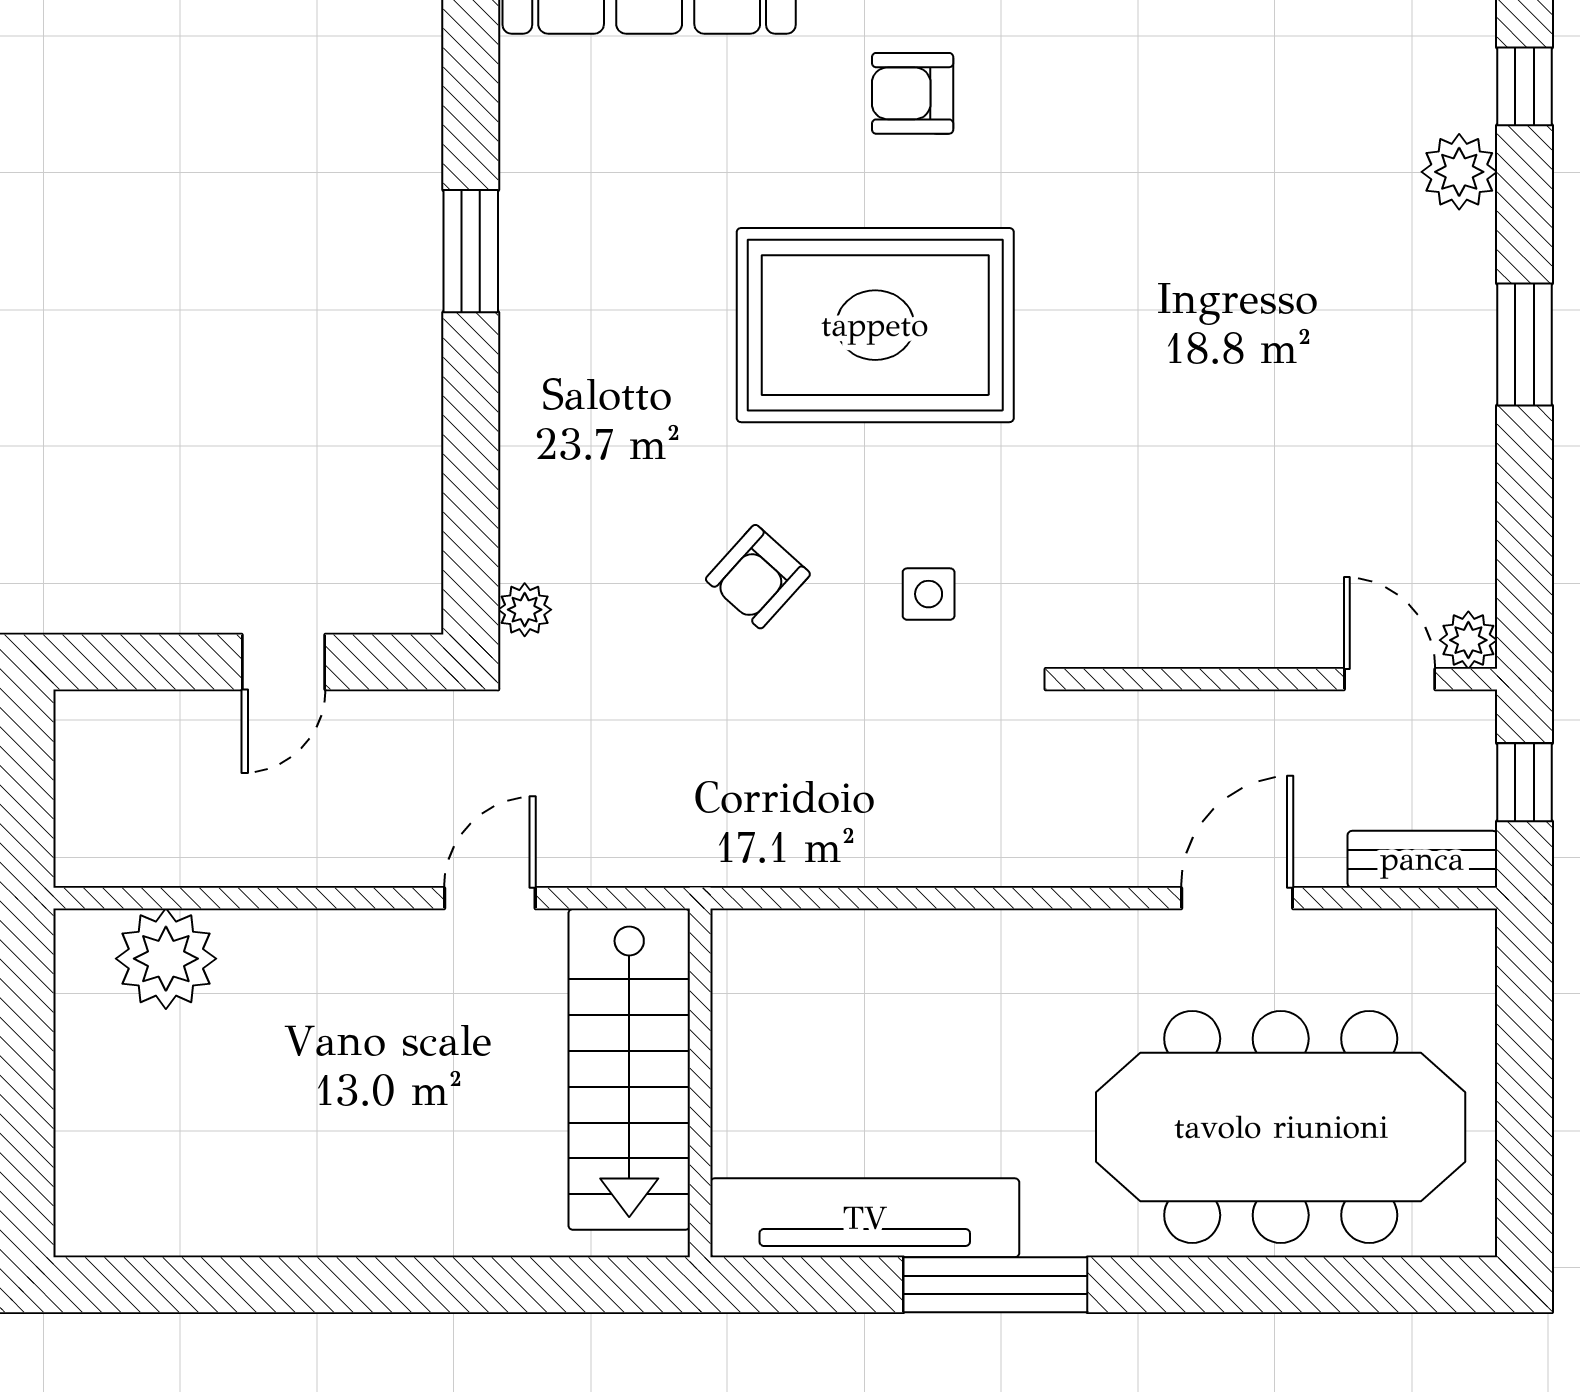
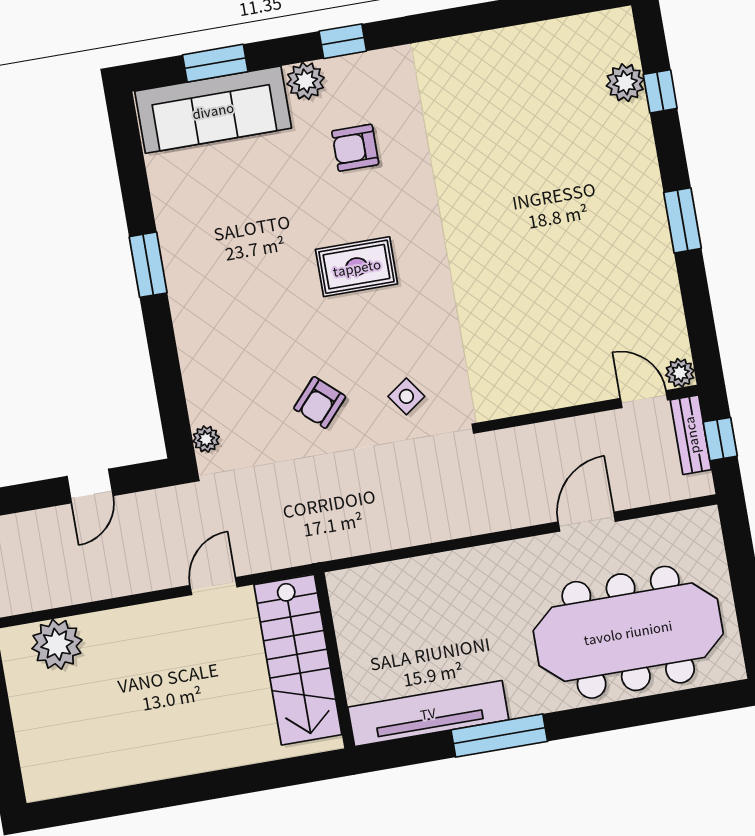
plant: (1459, 172) -> (625, 83), moved
rug: (875, 325) -> (357, 267), width x0.54, depth x0.49
side table: (929, 594) -> (406, 396), turned -35
bench: (1422, 859) -> (691, 435), moved, turned 90

